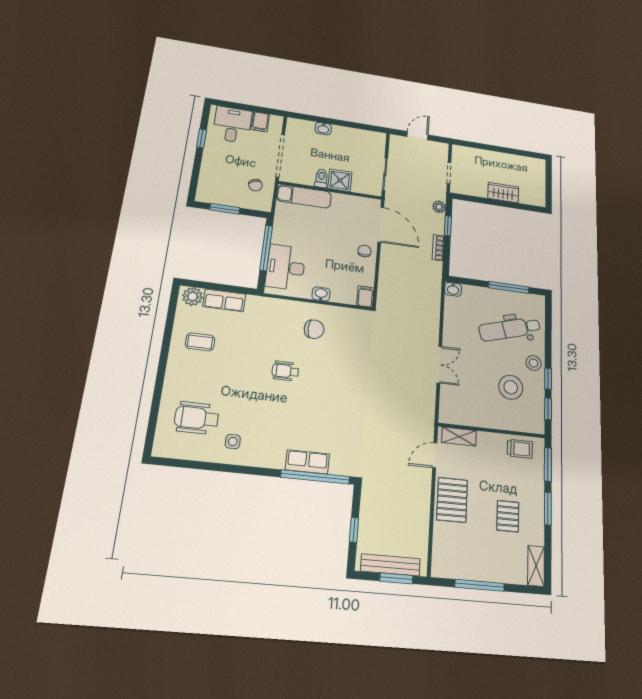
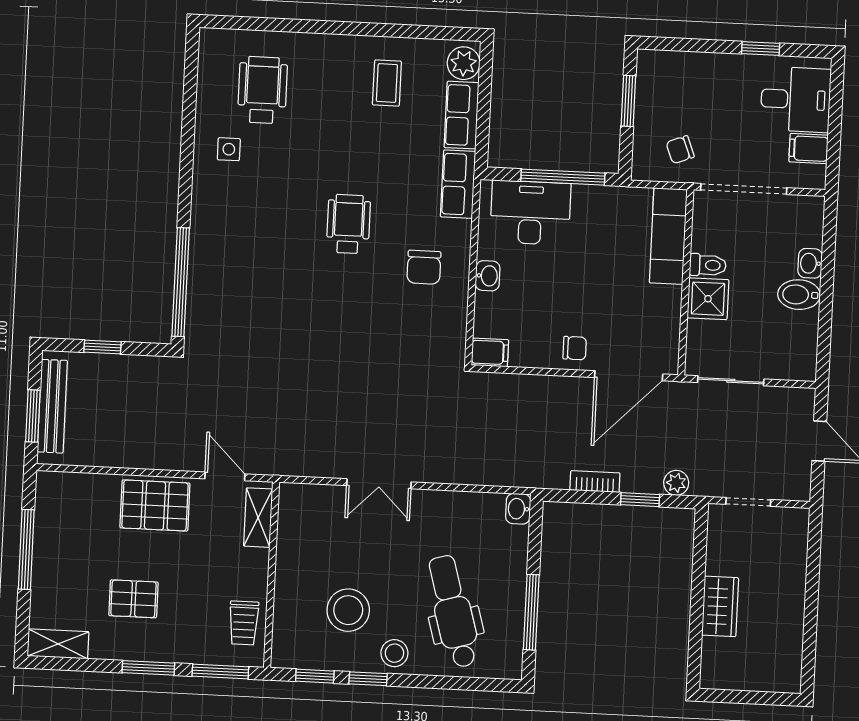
bidet: (340, 136) -> (799, 295), added
wheelchair: (285, 371) -> (348, 224), width x1.36, depth x1.37
row of seats: (307, 462) -> (458, 184), moved, turned 180

